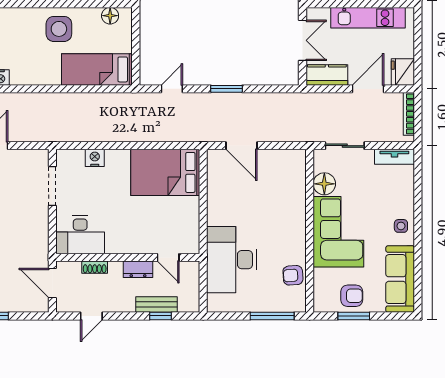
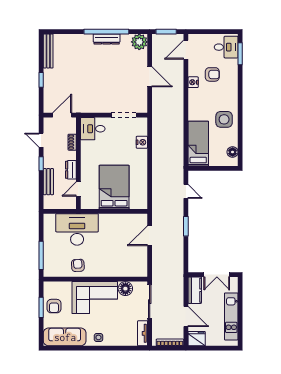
sliding door: (345, 146) -> (150, 302), width x1.37
bed: (165, 172) -> (114, 187), moved
desk: (80, 235) -> (93, 129), width x0.73
armchair: (293, 275) -> (78, 265), moved
window: (160, 316) -> (41, 164), moved

